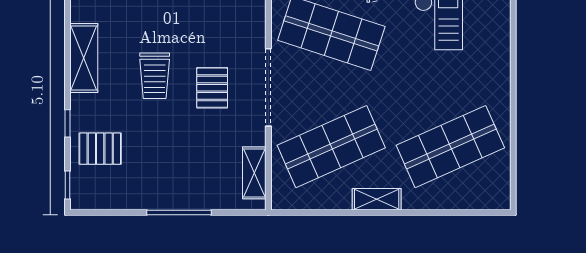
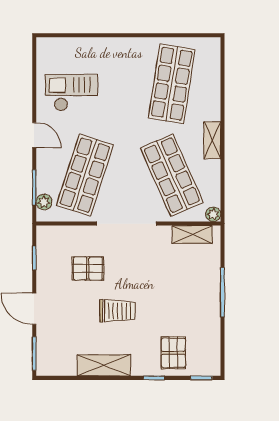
pallet: (212, 88) -> (88, 269), moved
shop shelf: (450, 147) -> (172, 84), turned 33
plant: (280, 200) -> (213, 214), added

